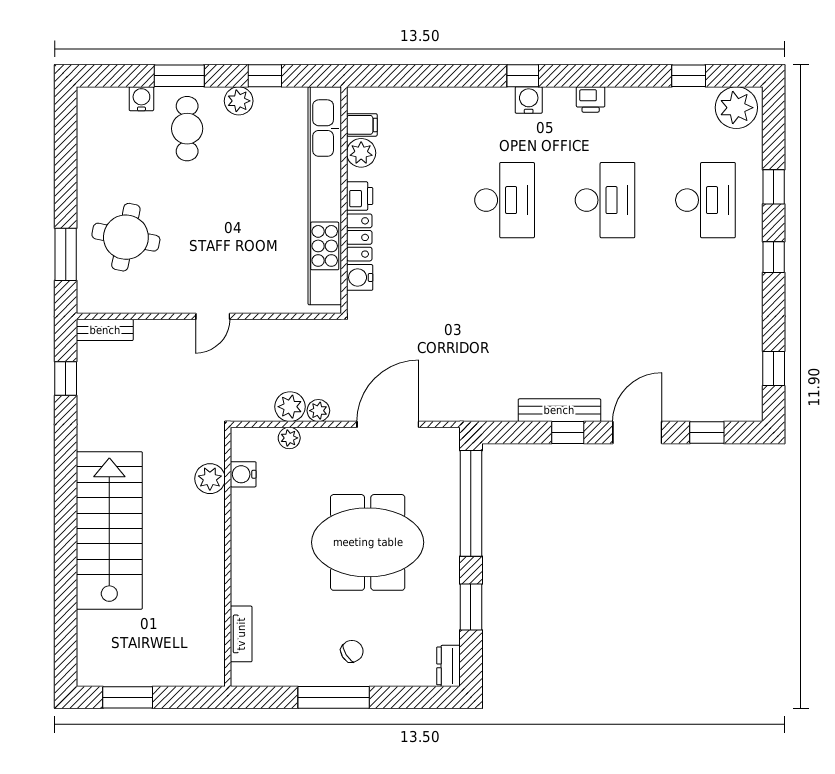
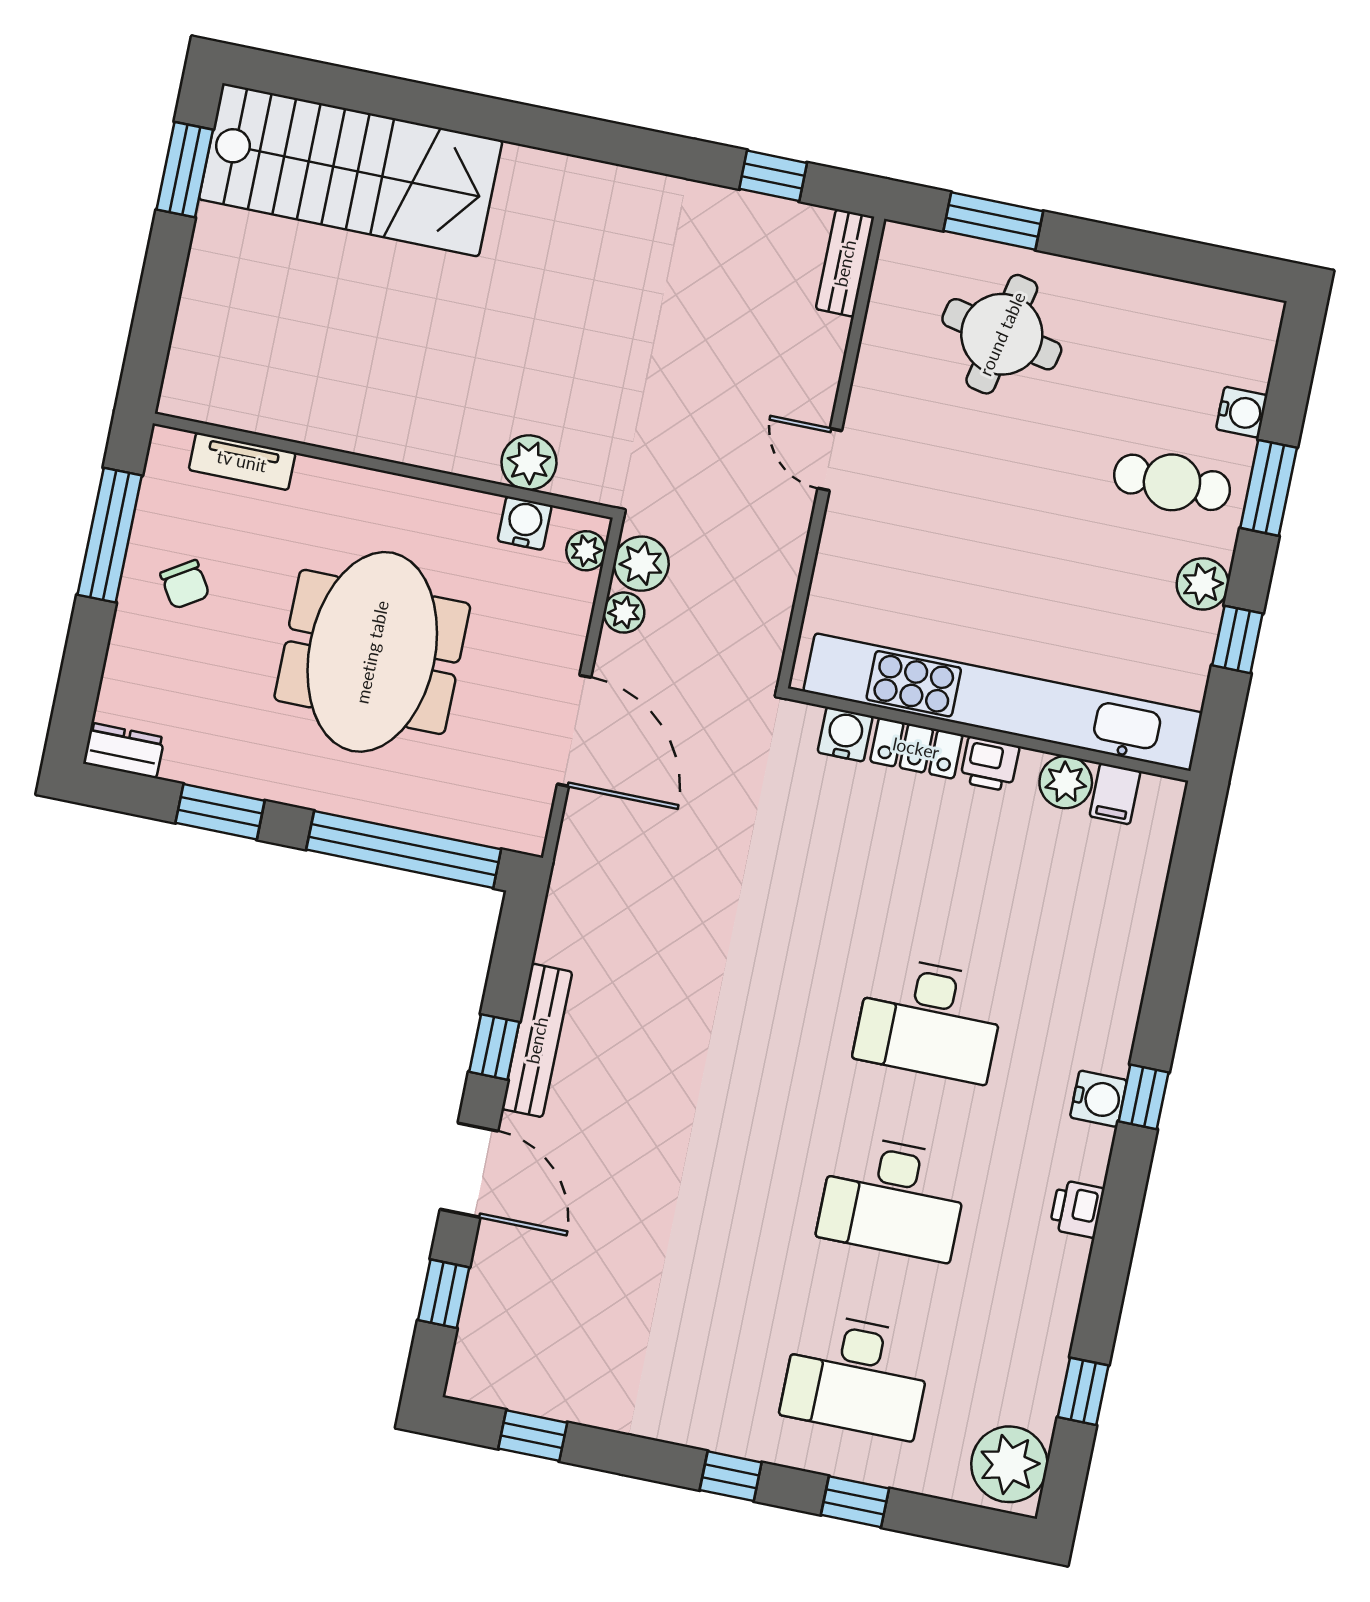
water cooler: (243, 474) -> (525, 523), moved
plant: (210, 479) -> (529, 463), moved
stairs: (109, 530) -> (351, 170), moved
wall: (228, 557) -> (384, 466), moved
tv unit: (241, 634) -> (242, 461), moved

